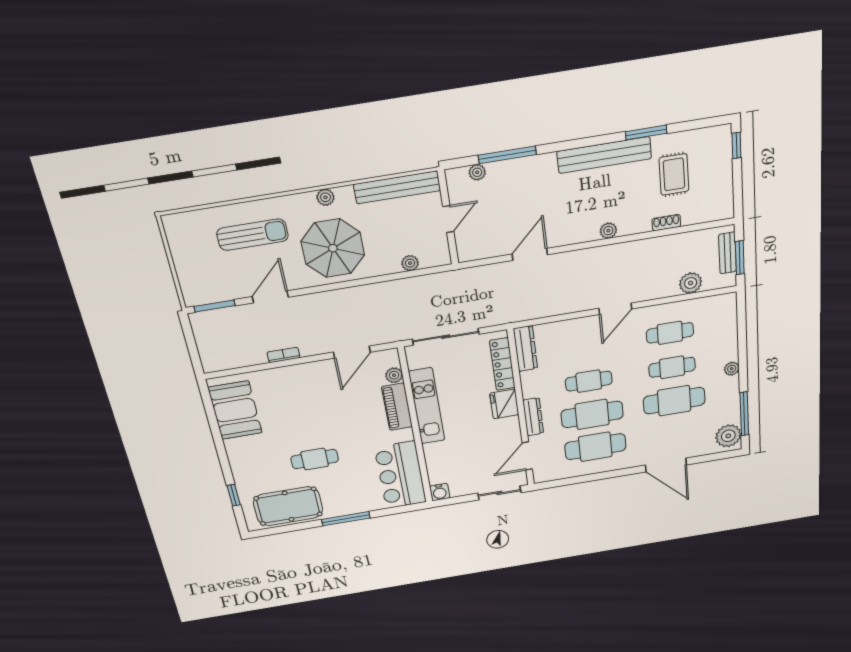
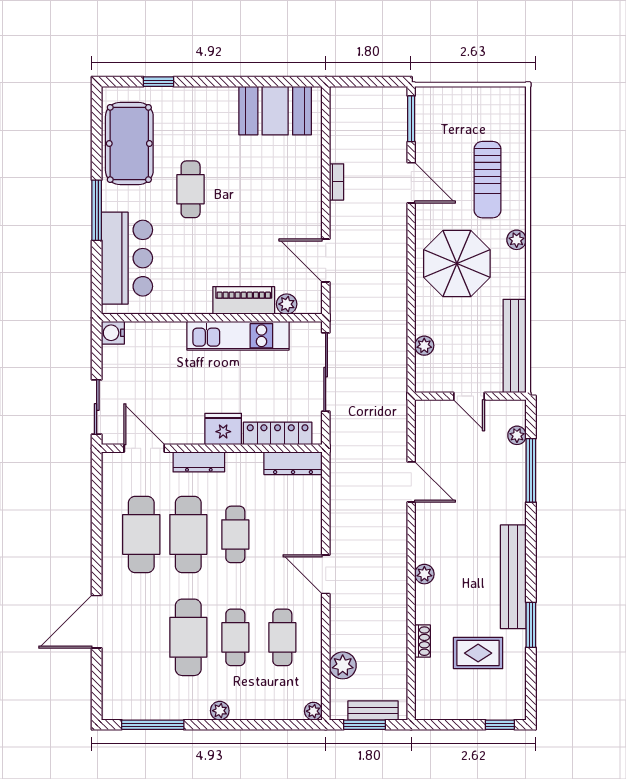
plant: (325, 197) -> (517, 240), moved
plant: (728, 436) -> (313, 711), moved, width x0.53, depth x0.53
bar counter: (401, 475) -> (127, 258), moved, turned 90

